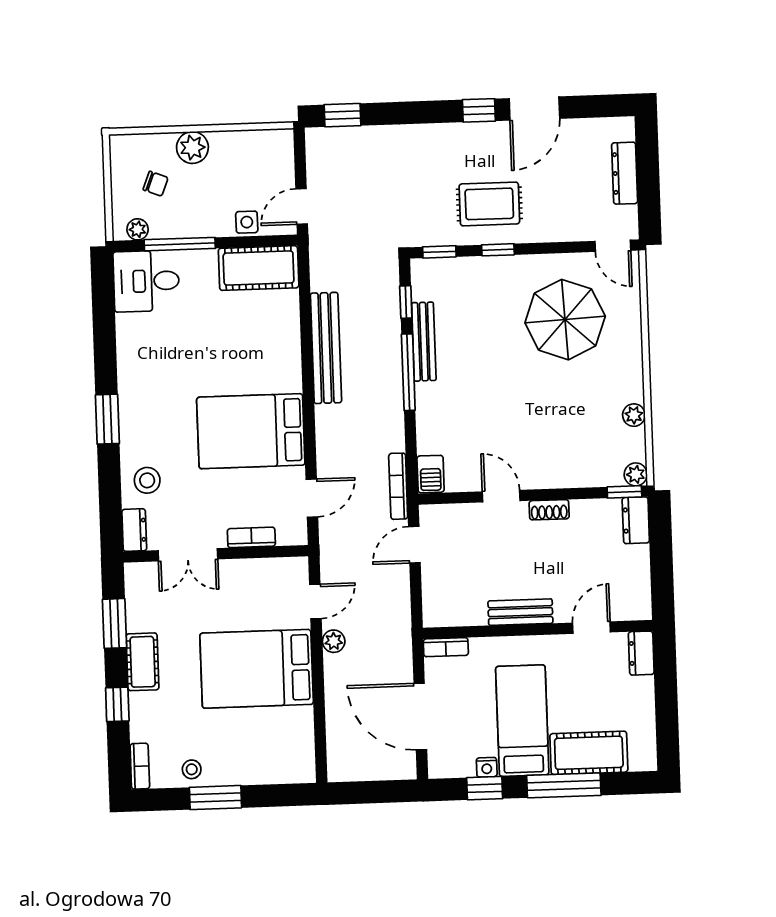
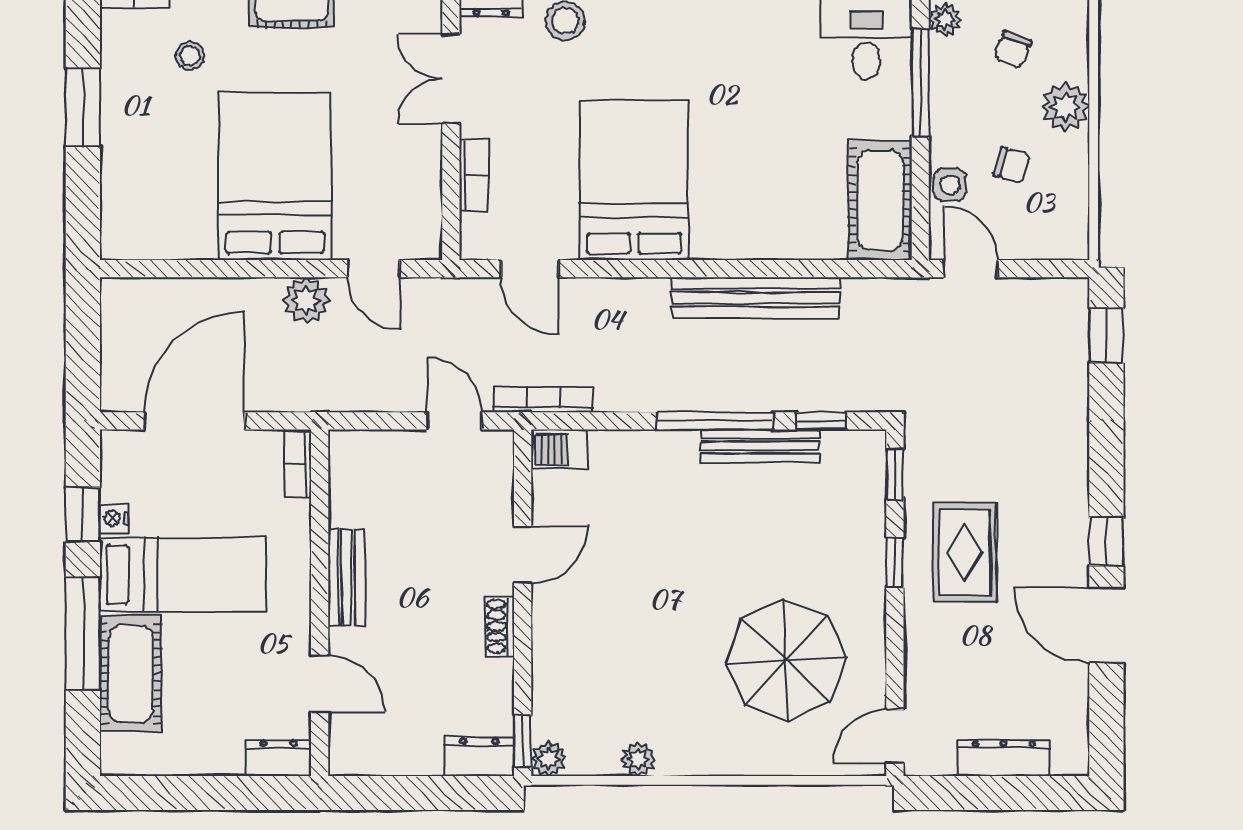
chair: (232, 182) -> (1012, 165), added
plant: (334, 641) -> (306, 300), width x1.38, depth x1.38
stool: (192, 769) -> (190, 56), moved

